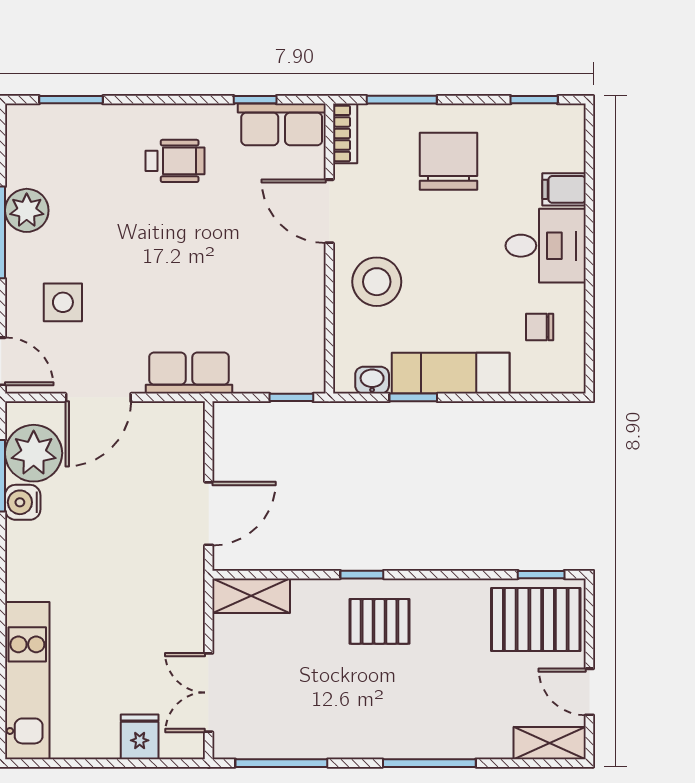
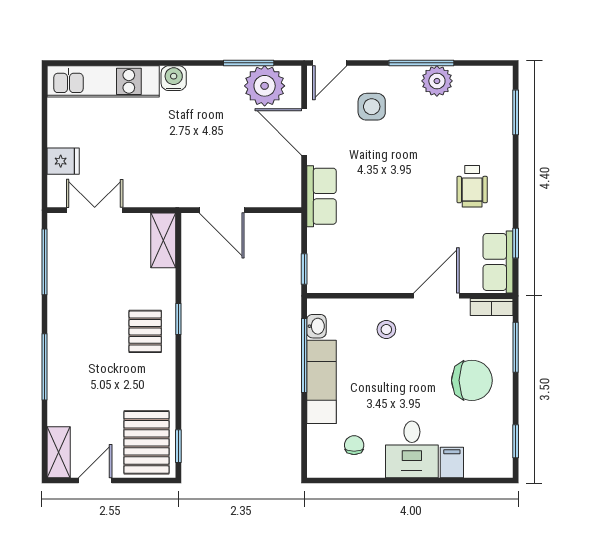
stool: (377, 282) -> (386, 329), width x0.53, depth x0.53
window: (413, 397) -> (304, 355), width x2.17
water cooler: (23, 502) -> (174, 78), moved

